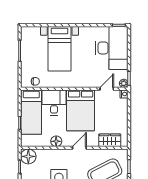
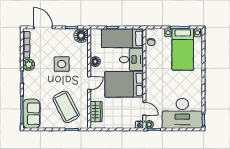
bed with nightstands: (60, 49) -> (183, 49), moved, turned -90
door: (79, 148) -> (89, 83), hinge flipped

